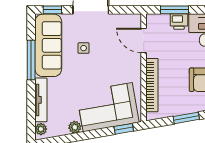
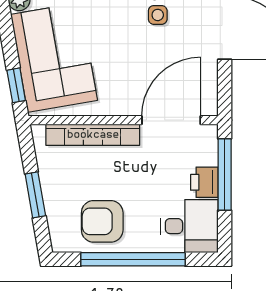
window: (175, 10) -> (225, 174), width x1.44
door: (144, 40) -> (171, 120), width x1.36

